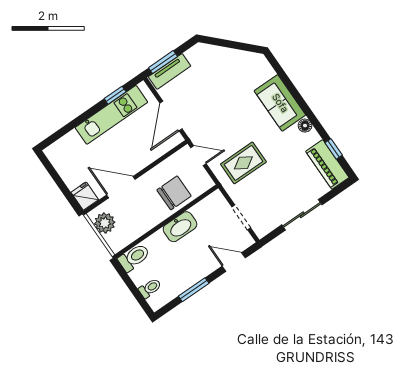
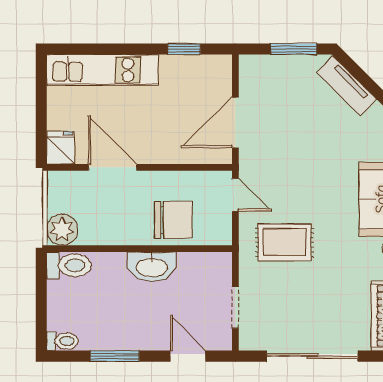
window: (163, 62) -> (294, 49), moved
tv unit: (170, 71) -> (347, 86), moved, turned 45
kitchen unit: (111, 115) -> (102, 70), moved
sliding door: (302, 215) -> (312, 356), width x1.37
plant: (105, 223) -> (62, 230), moved
toilet: (150, 288) -> (62, 341), moved

